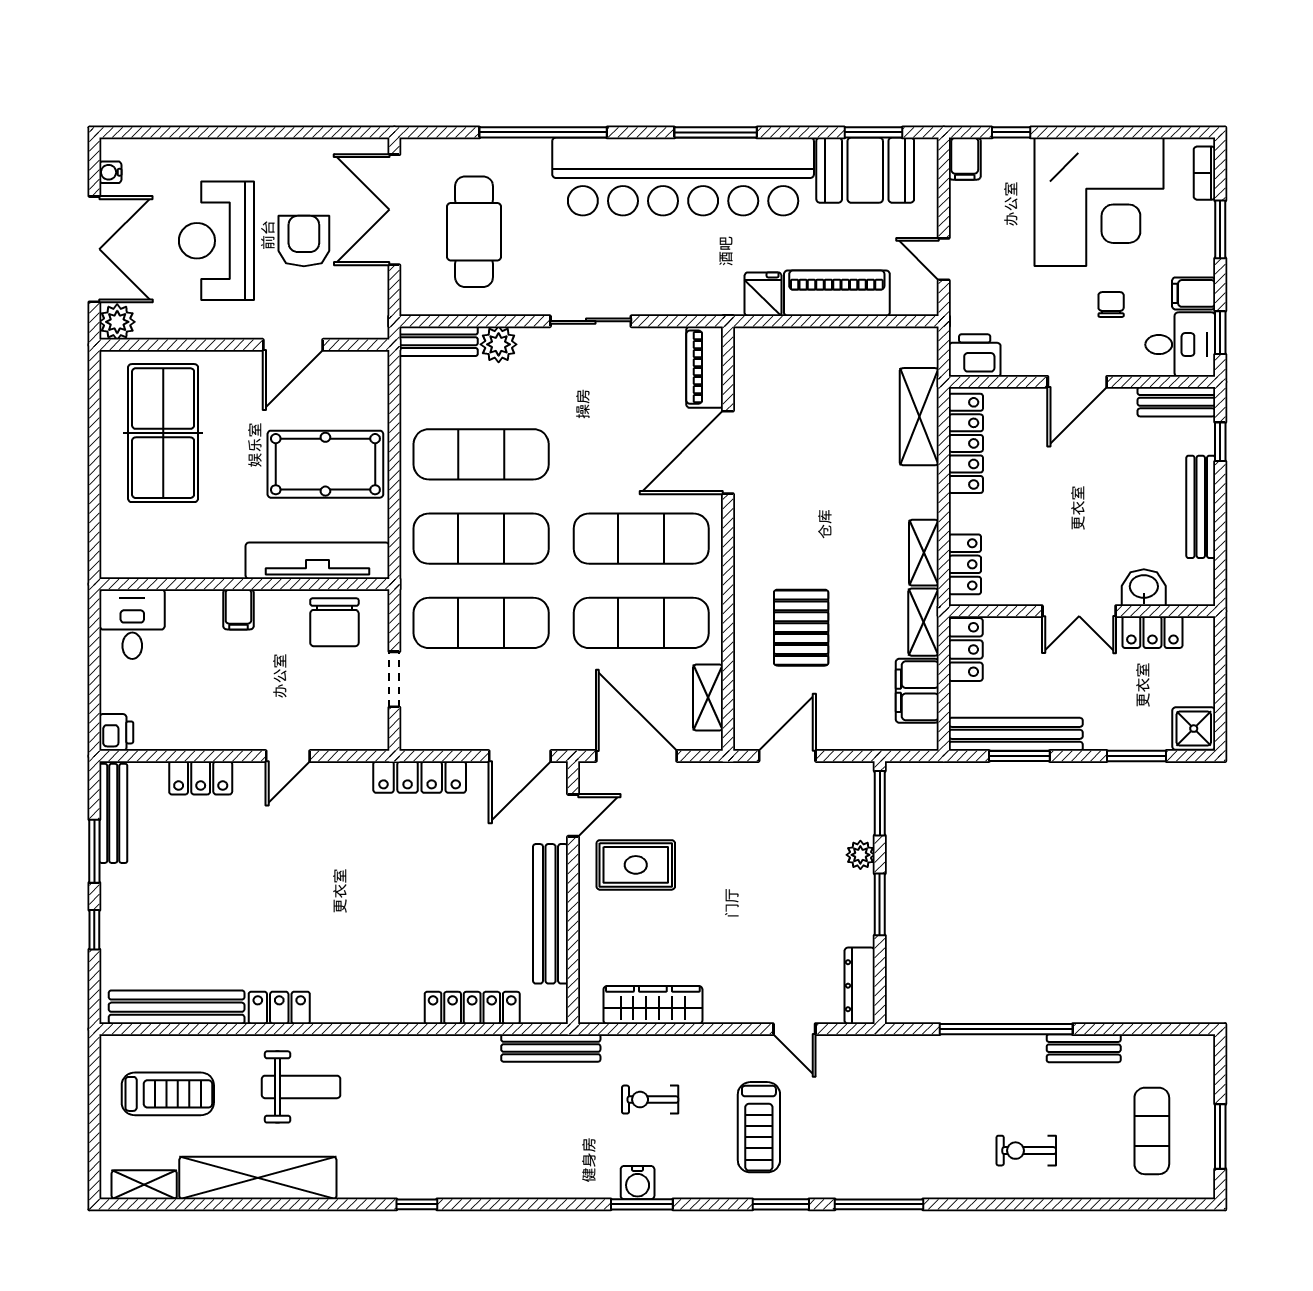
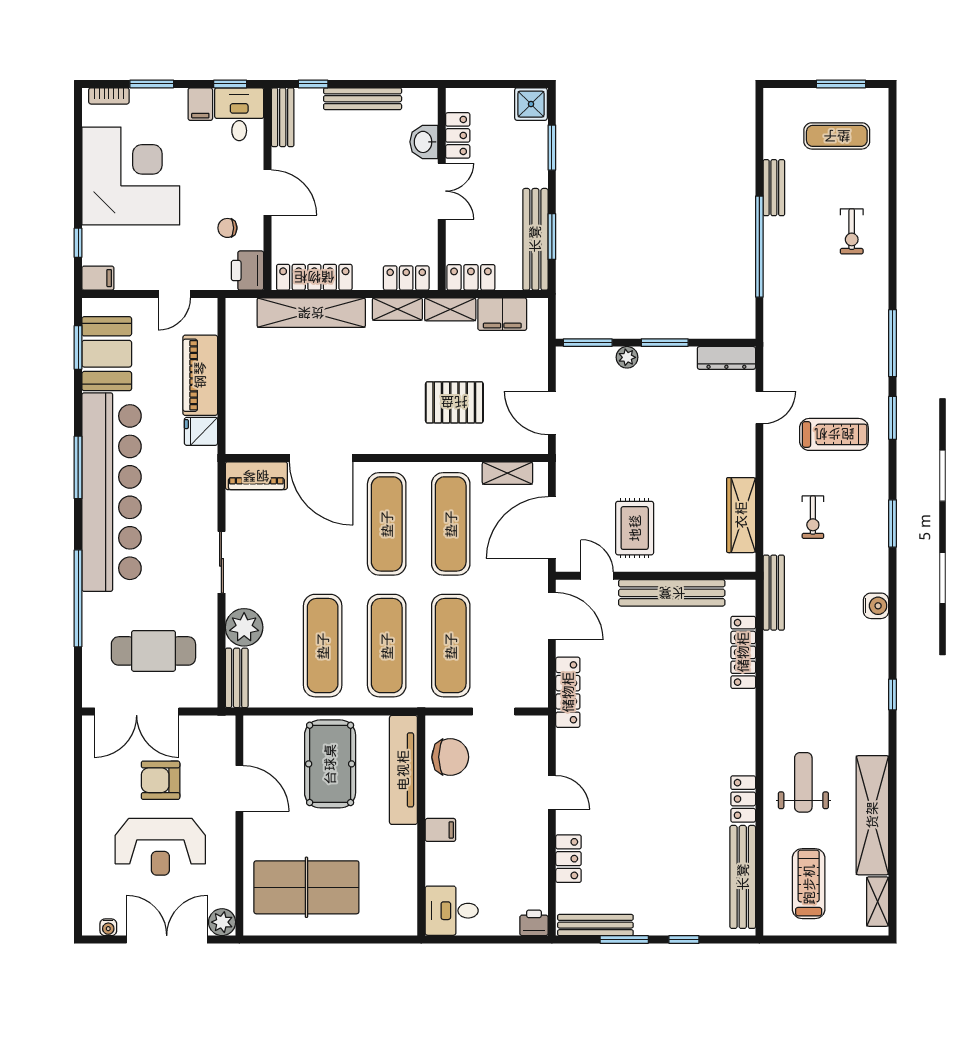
chair: (1111, 304) -> (227, 228), moved
plant: (499, 344) -> (244, 627), width x1.36, depth x1.36
shelving: (919, 417) -> (311, 313), width x1.47
water cooler: (638, 1183) -> (876, 606), moved

